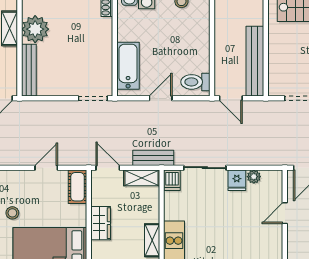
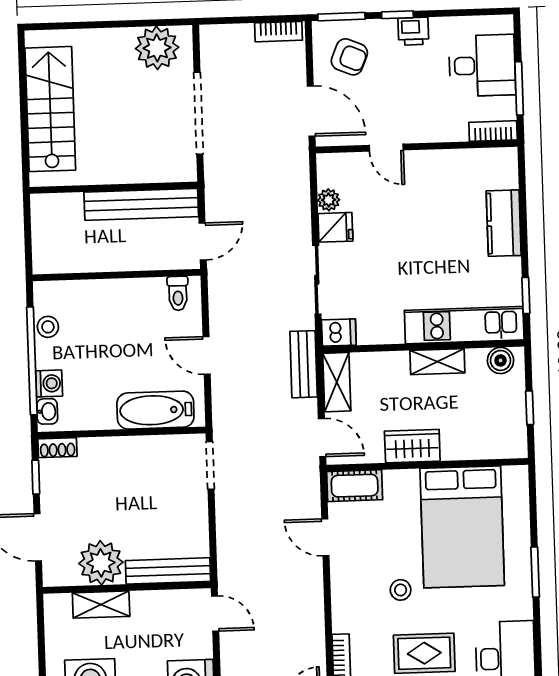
toilet: (195, 82) -> (178, 293), width x0.73, depth x0.72
door: (108, 168) -> (322, 438), swing flipped

